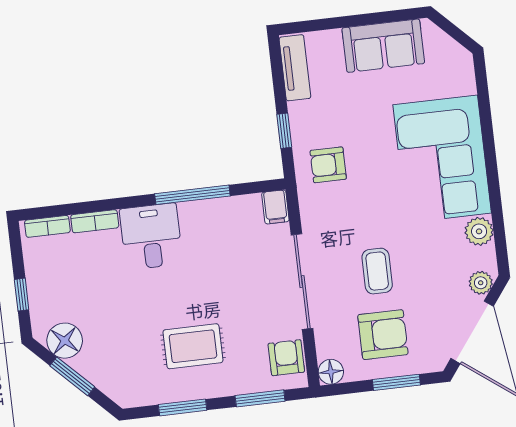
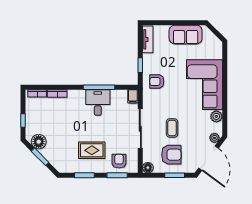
desk: (151, 236) -> (98, 103), moved
armchair: (286, 358) -> (119, 161), moved

